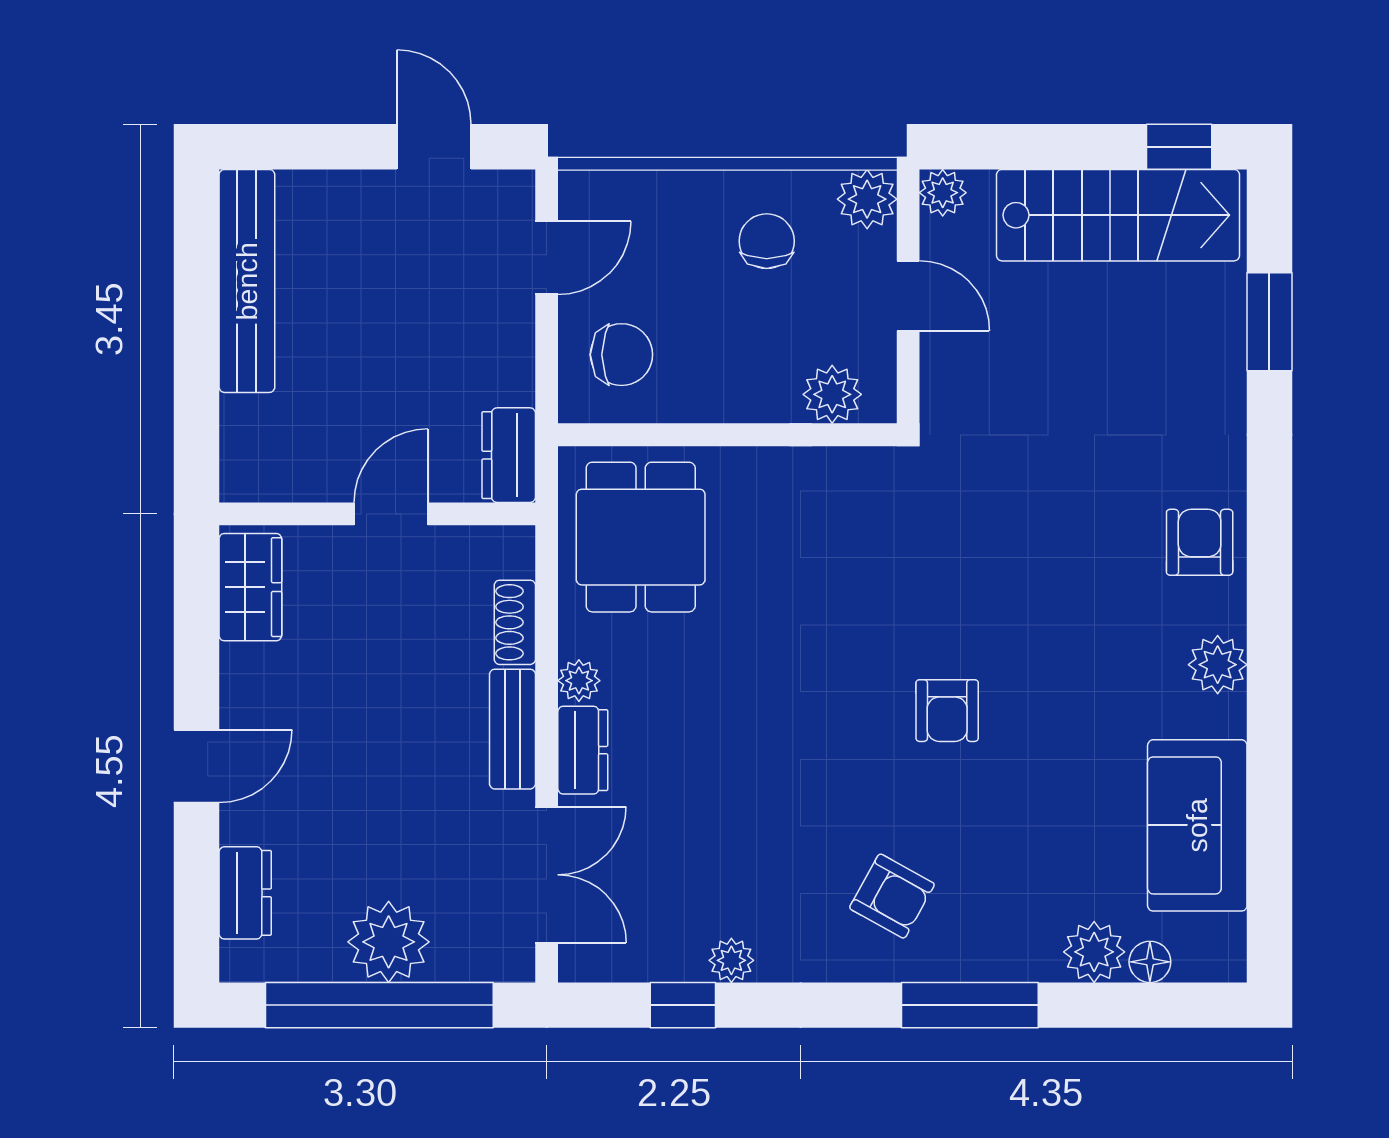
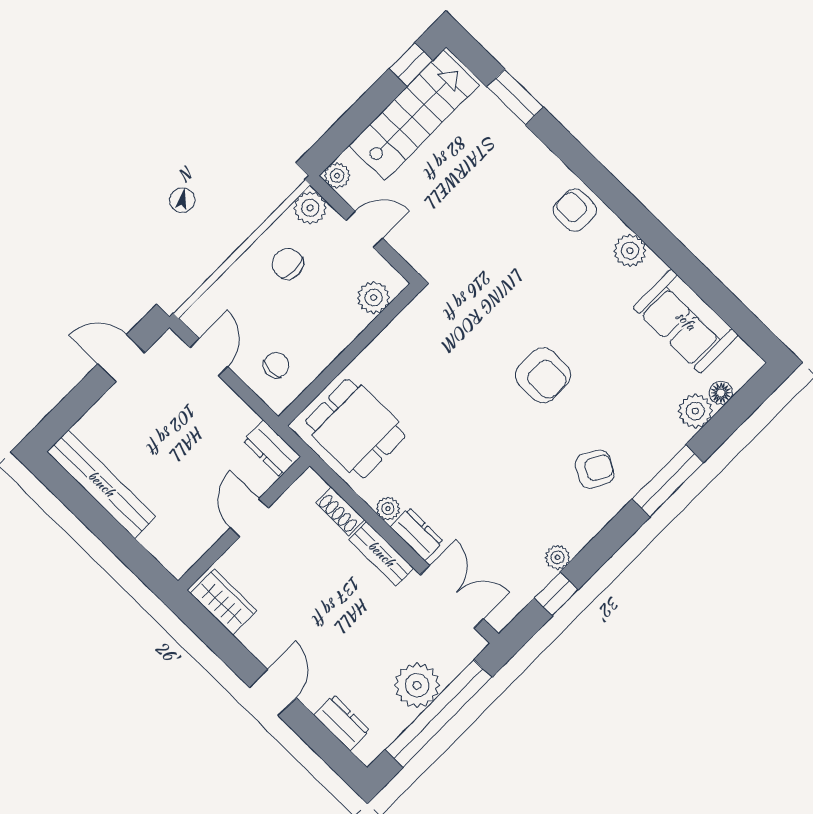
chair: (621, 355) -> (276, 365), width x0.73, depth x0.73
armchair: (947, 711) -> (543, 375), width x1.38, depth x1.38

